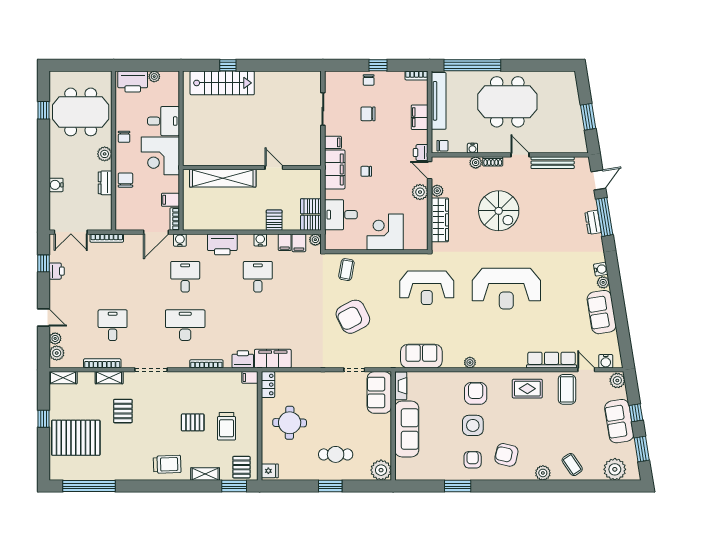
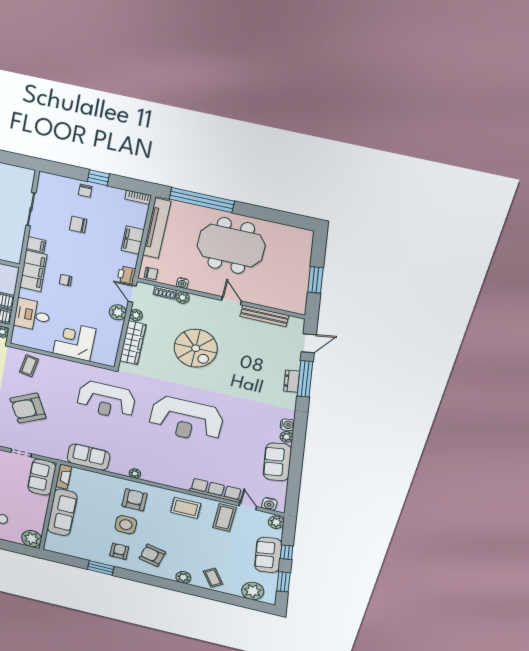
shoe rack: (493, 161) -> (165, 292), moved

